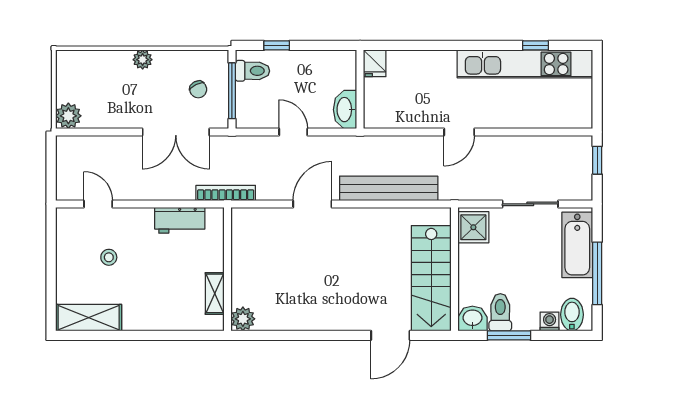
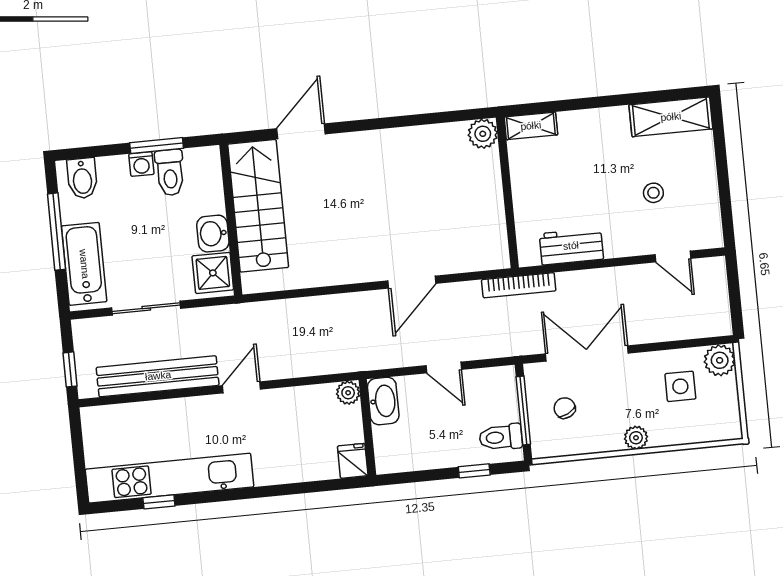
side table: (102, 98) -> (680, 386), added
plant: (373, 119) -> (348, 393), added
bench: (389, 188) -> (158, 376), moved
shelving: (215, 293) -> (531, 126), moved, turned 90
washbasin: (472, 318) -> (213, 234), moved, turned 90
washing machine: (550, 321) -> (141, 164), moved

